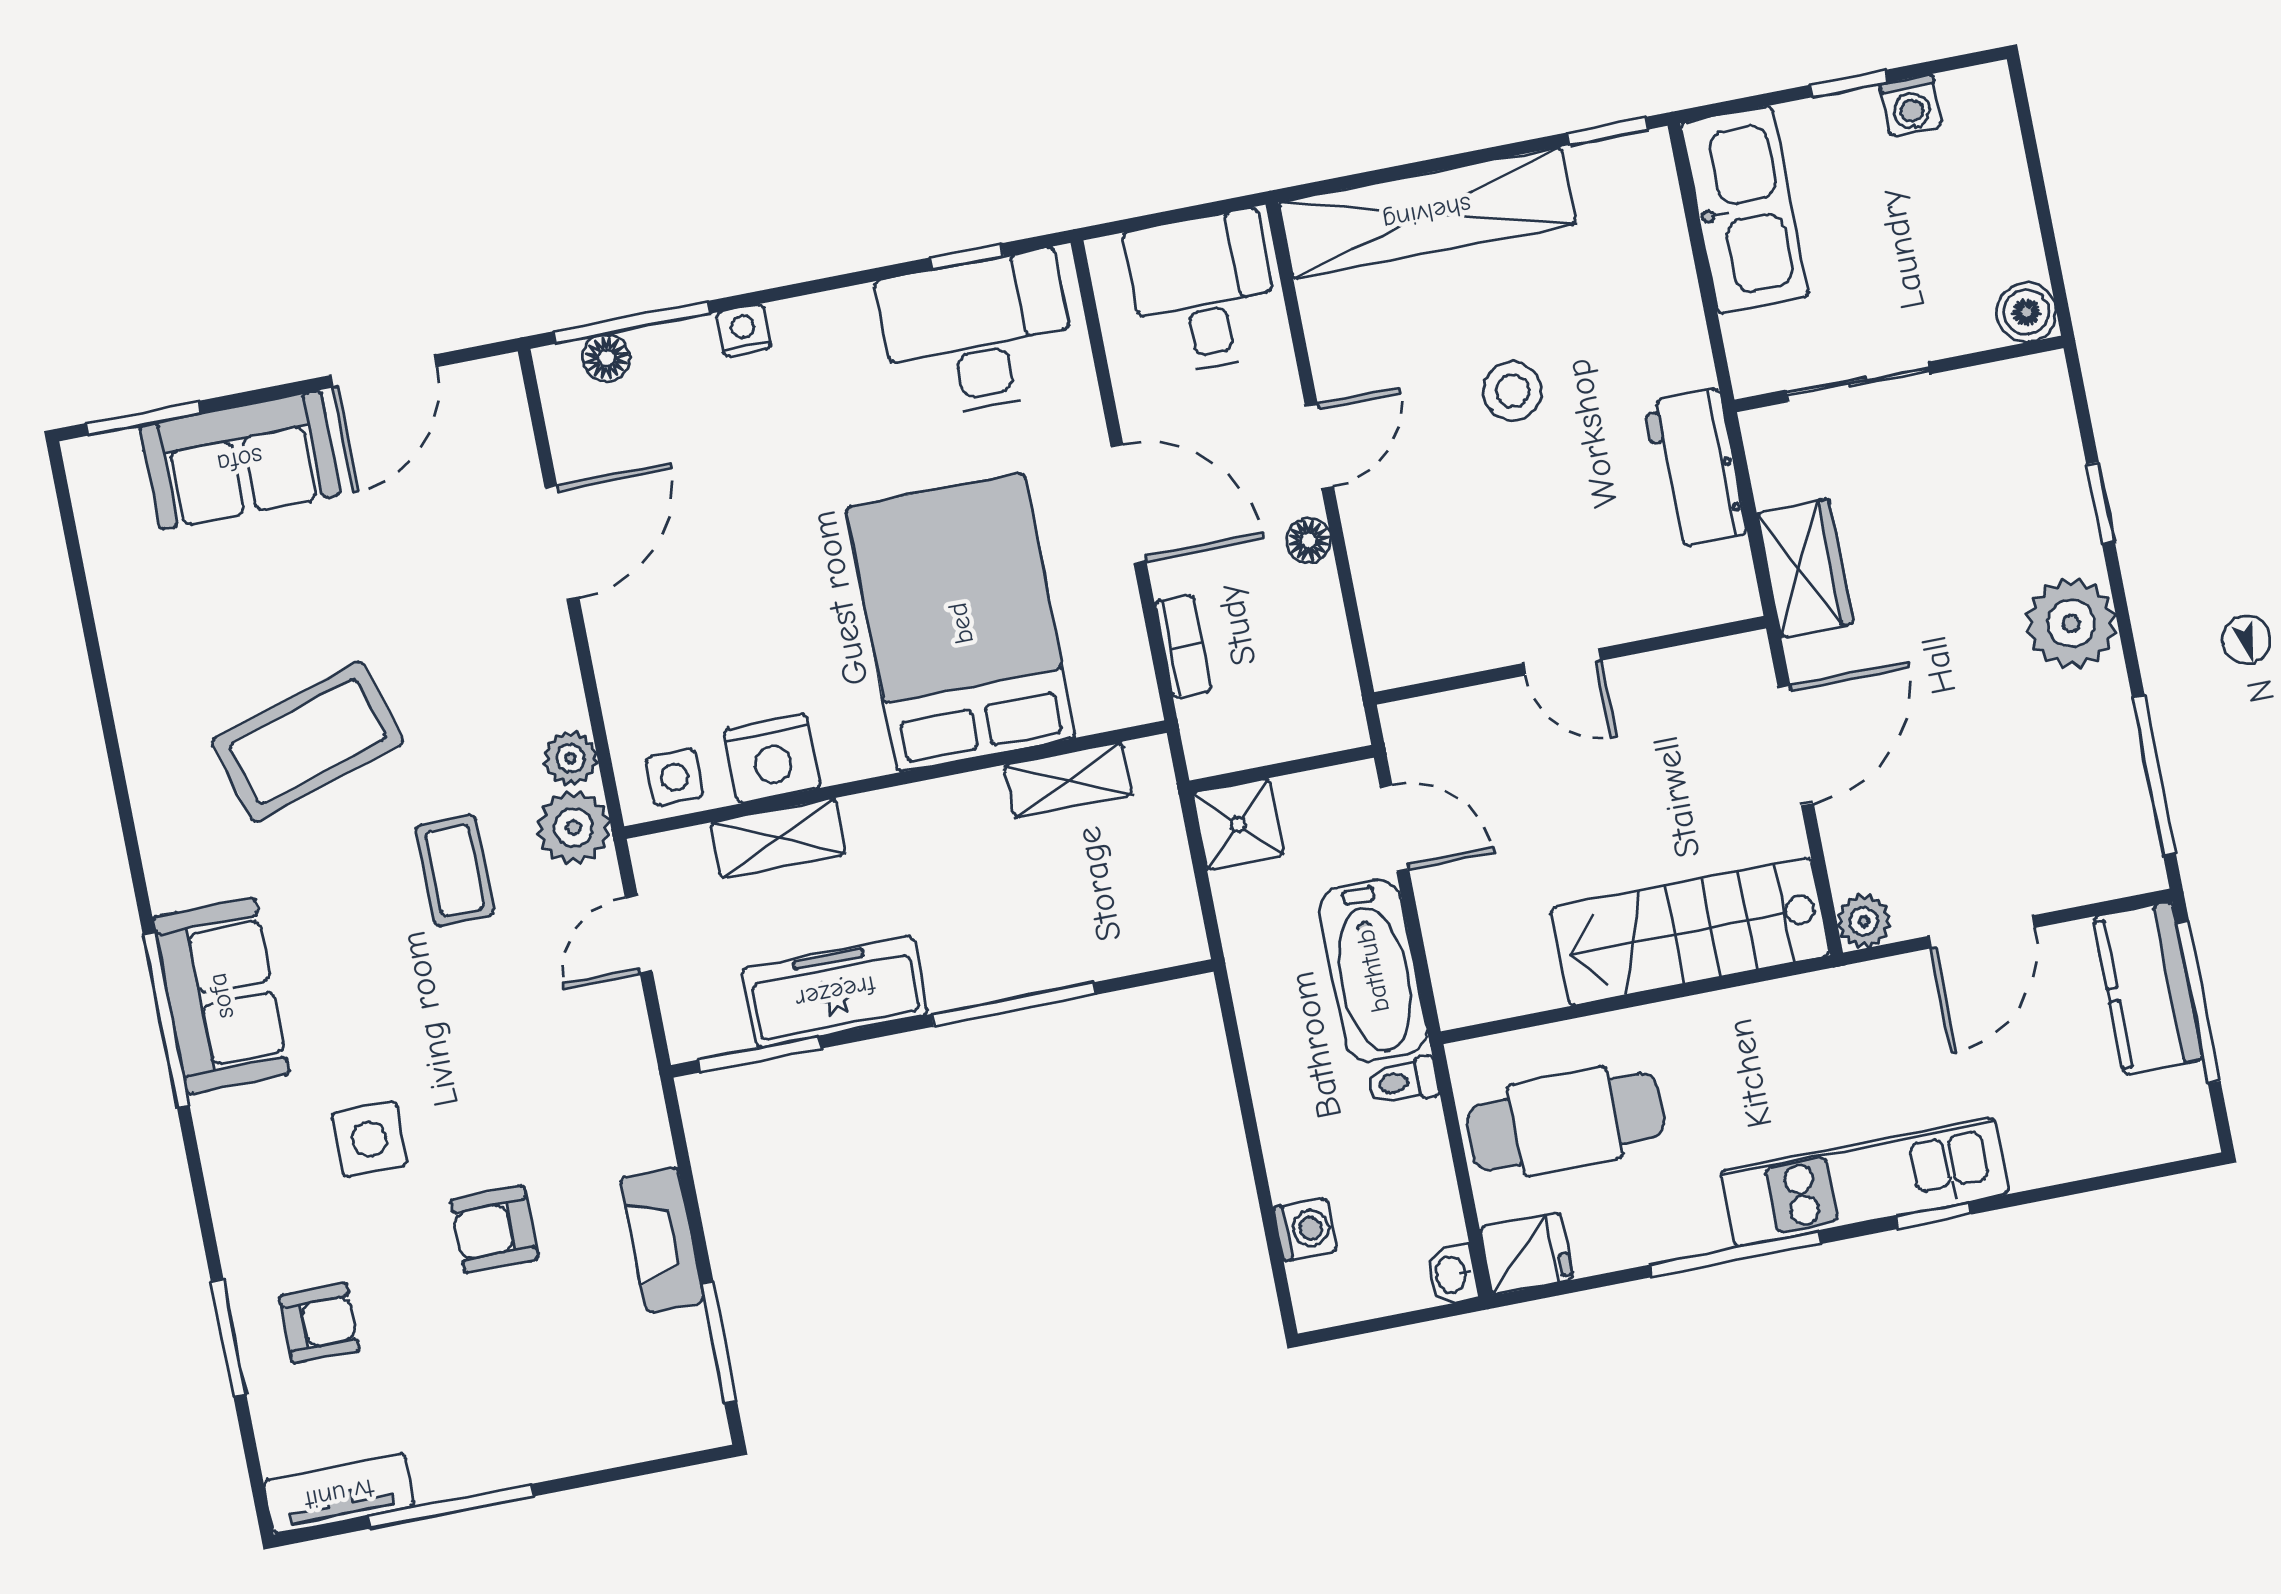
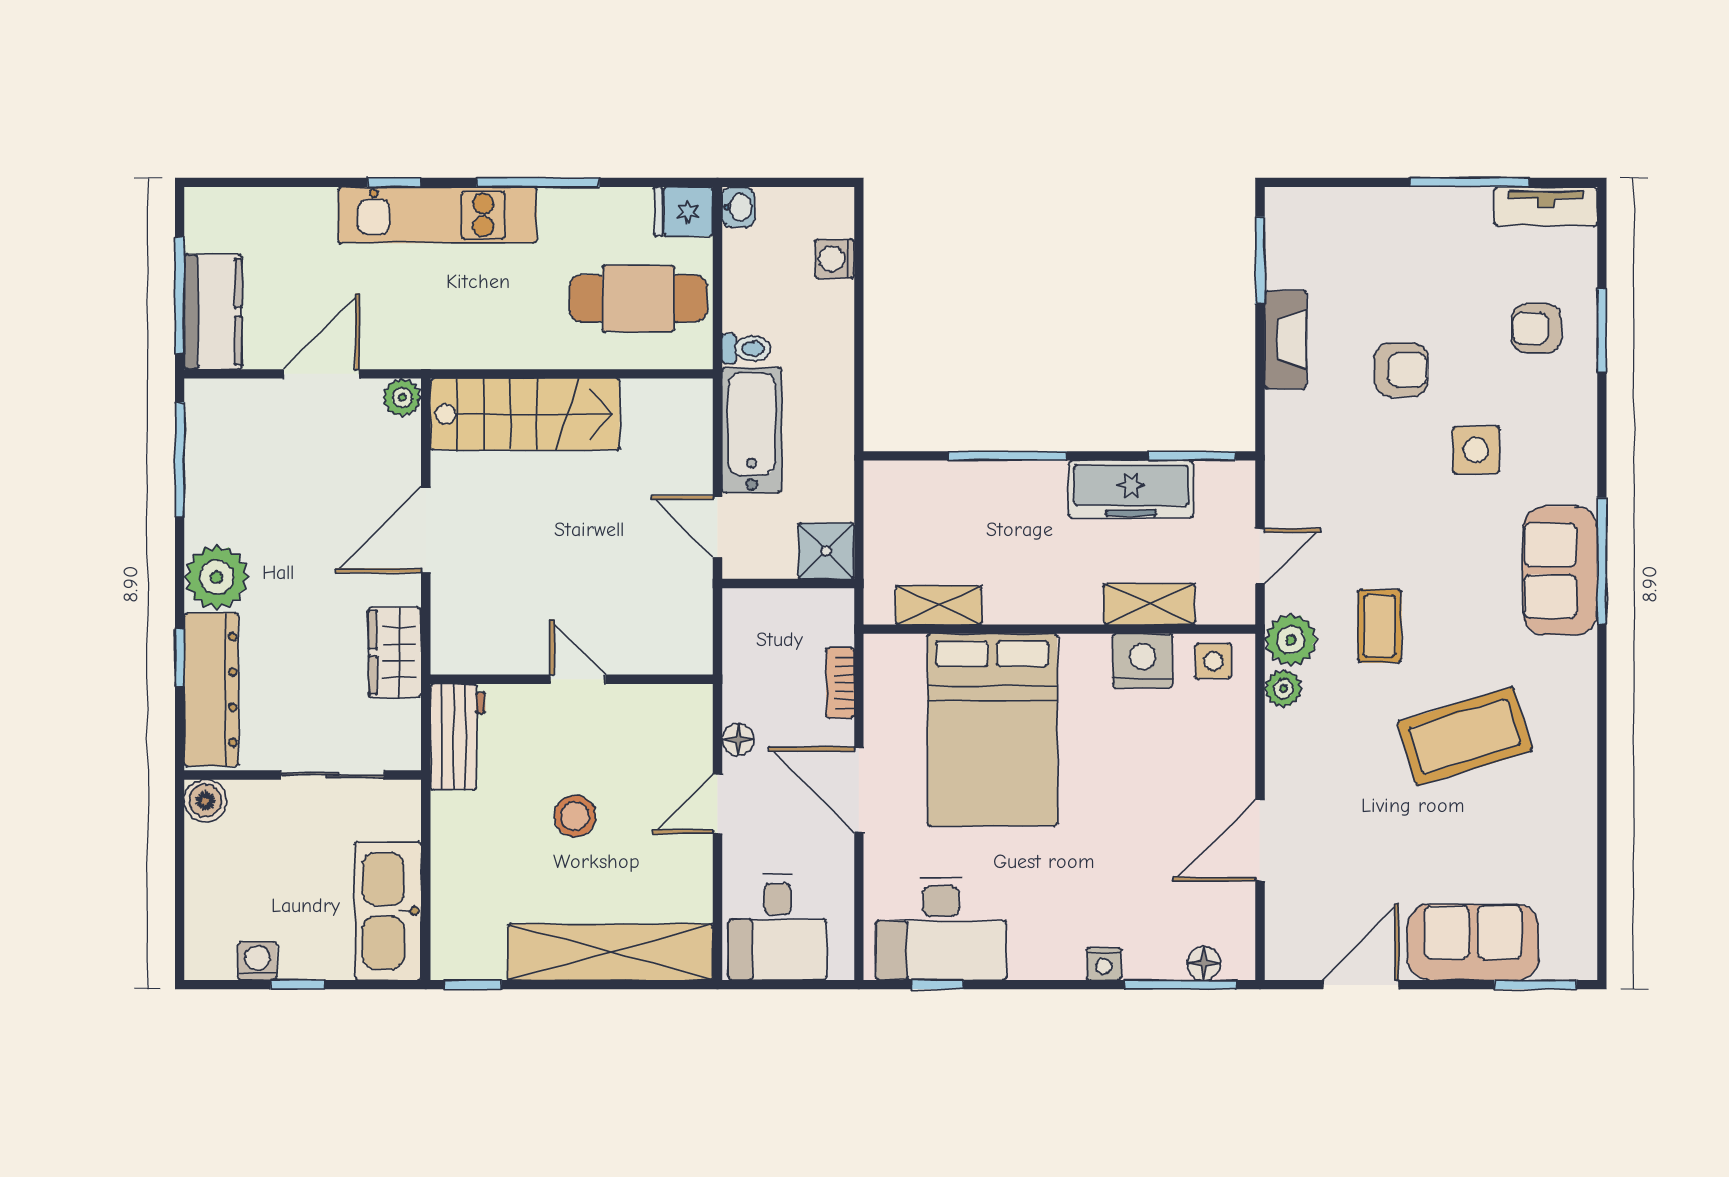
dresser: (2048, 467) -> (211, 690), added
wall: (1570, 660) -> (572, 679), moved
door: (1562, 662) -> (578, 679), moved

